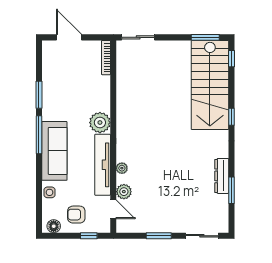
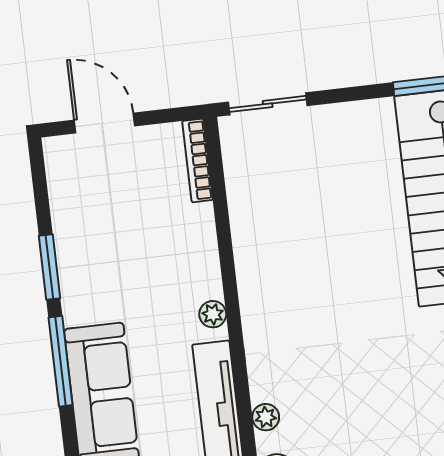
plant: (100, 123) -> (213, 314), width x0.53, depth x0.53

